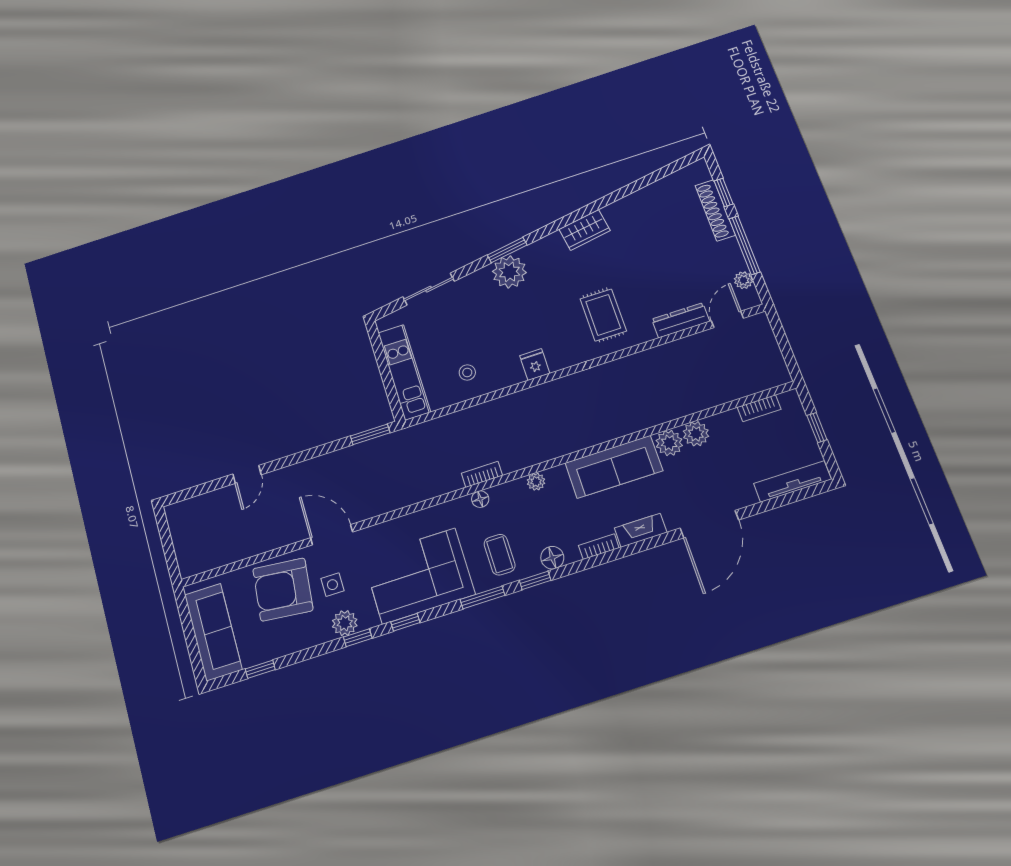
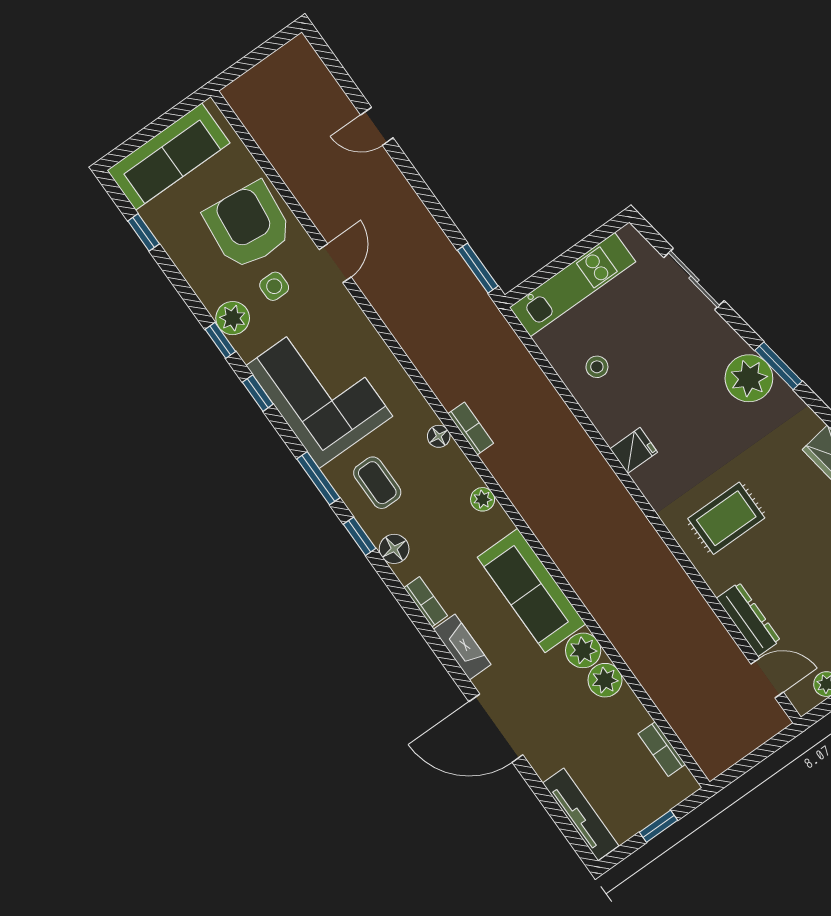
door: (332, 535) -> (335, 263), width x0.73
coffee table: (500, 555) -> (377, 483), turned 90

